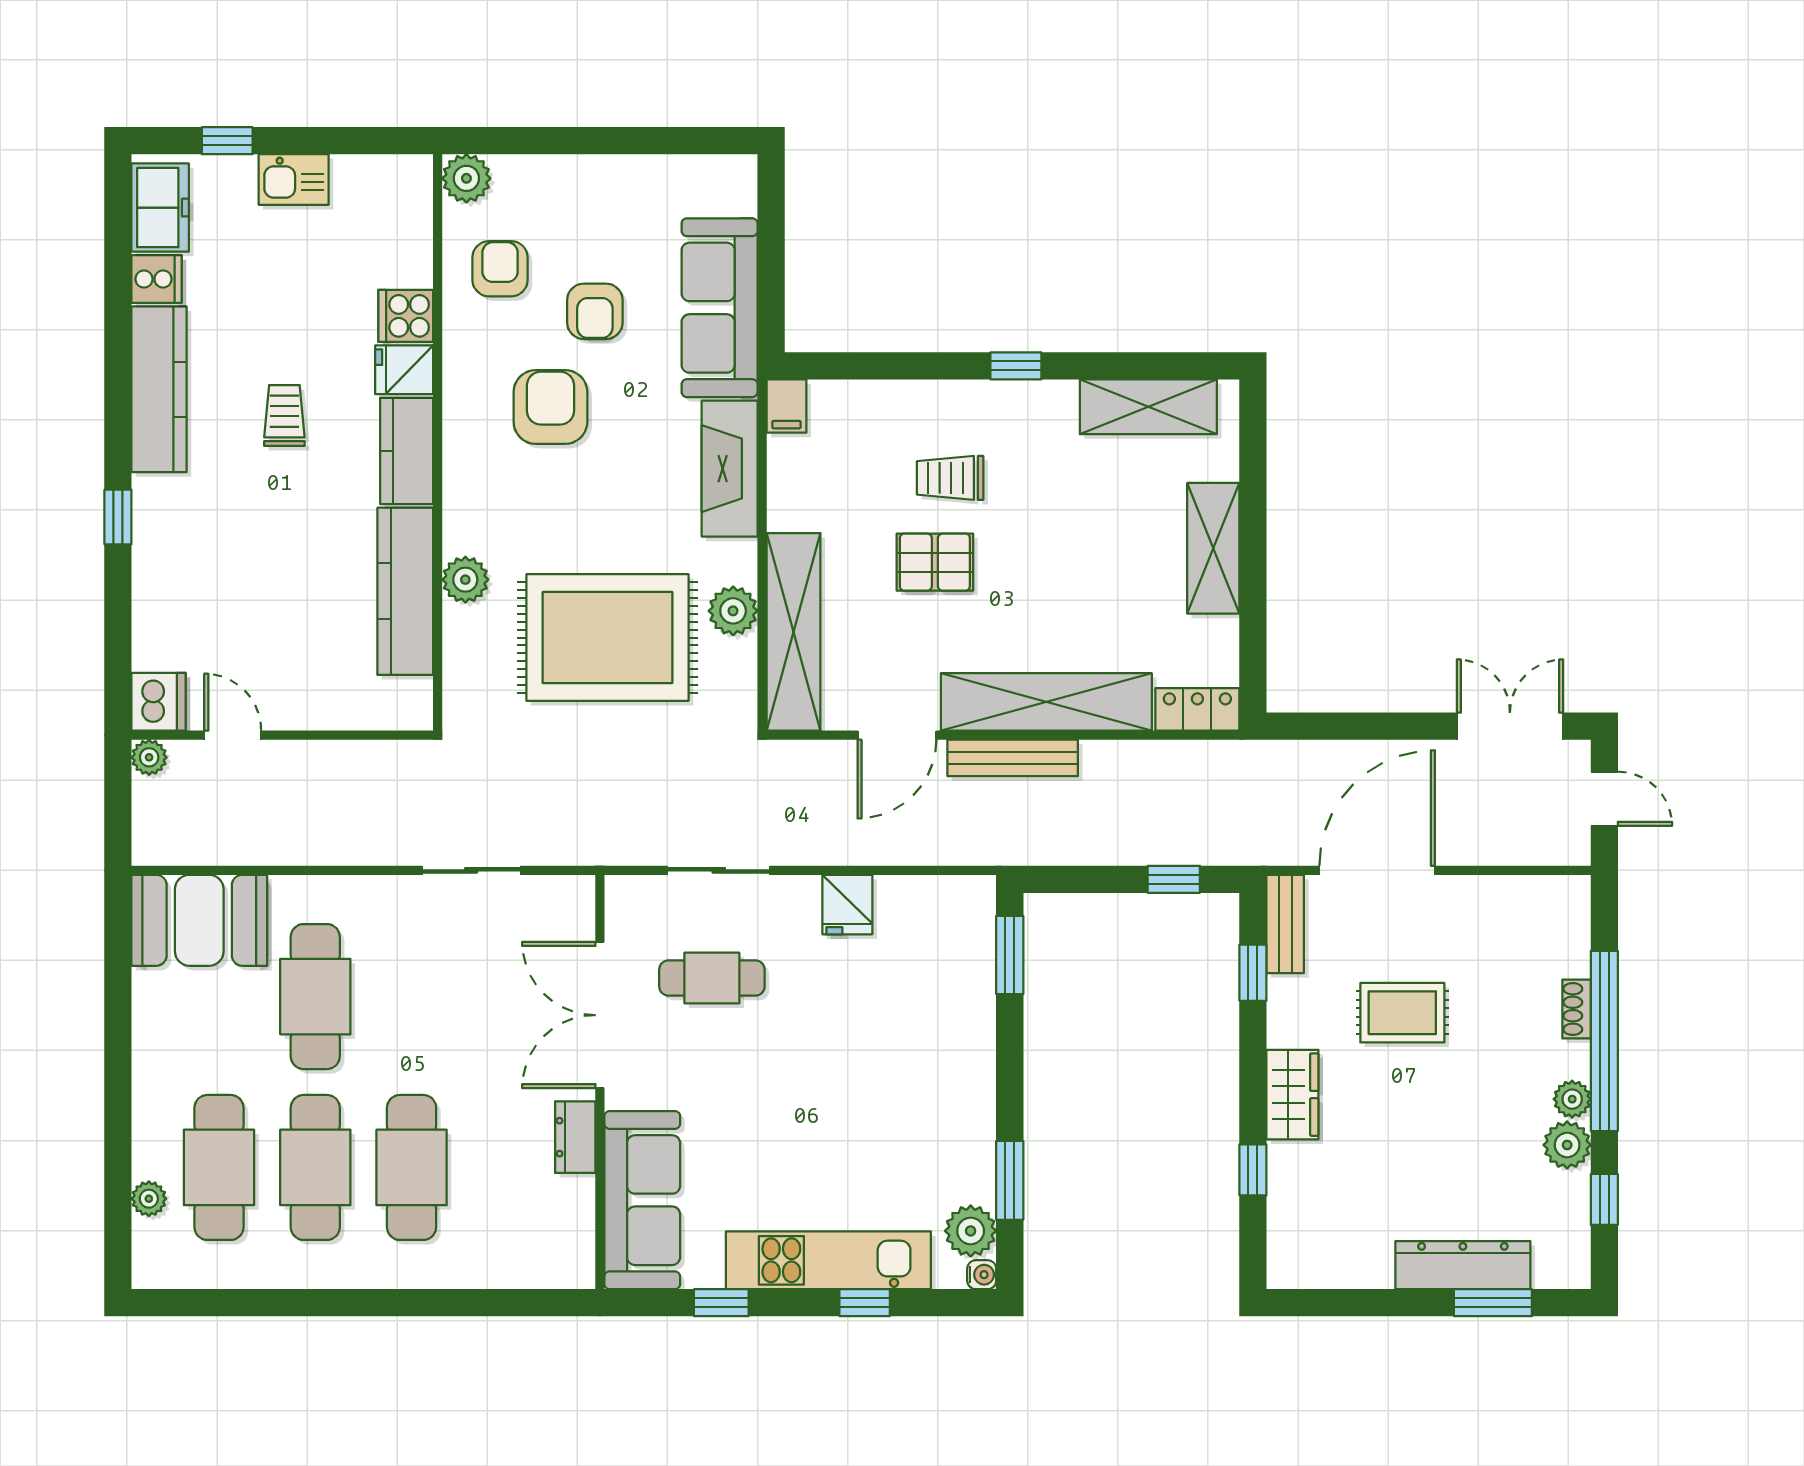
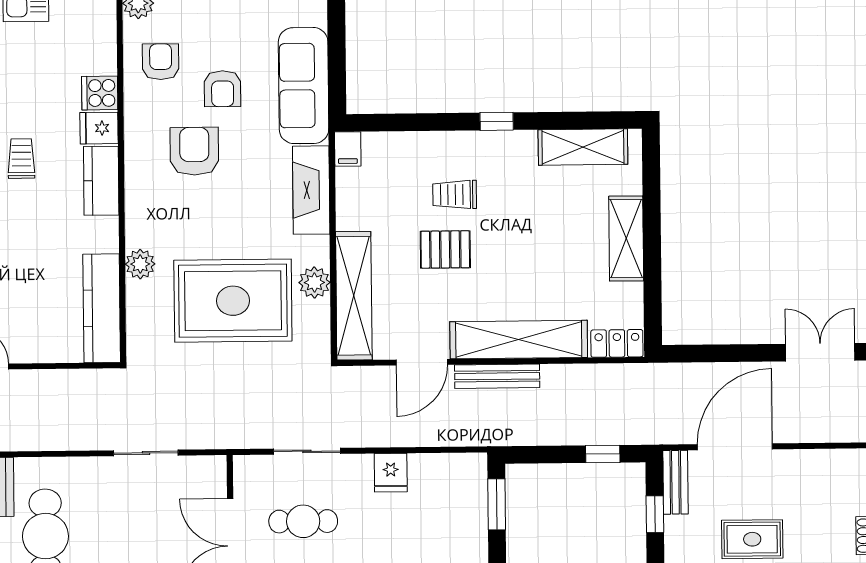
kitchen counter: (405, 591) -> (102, 308), moved

